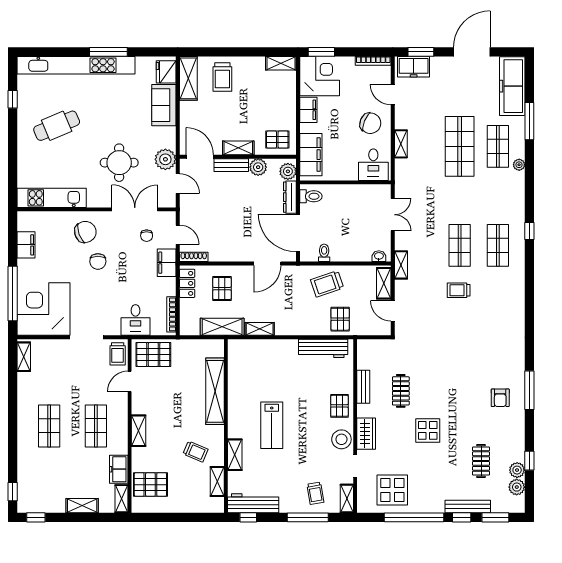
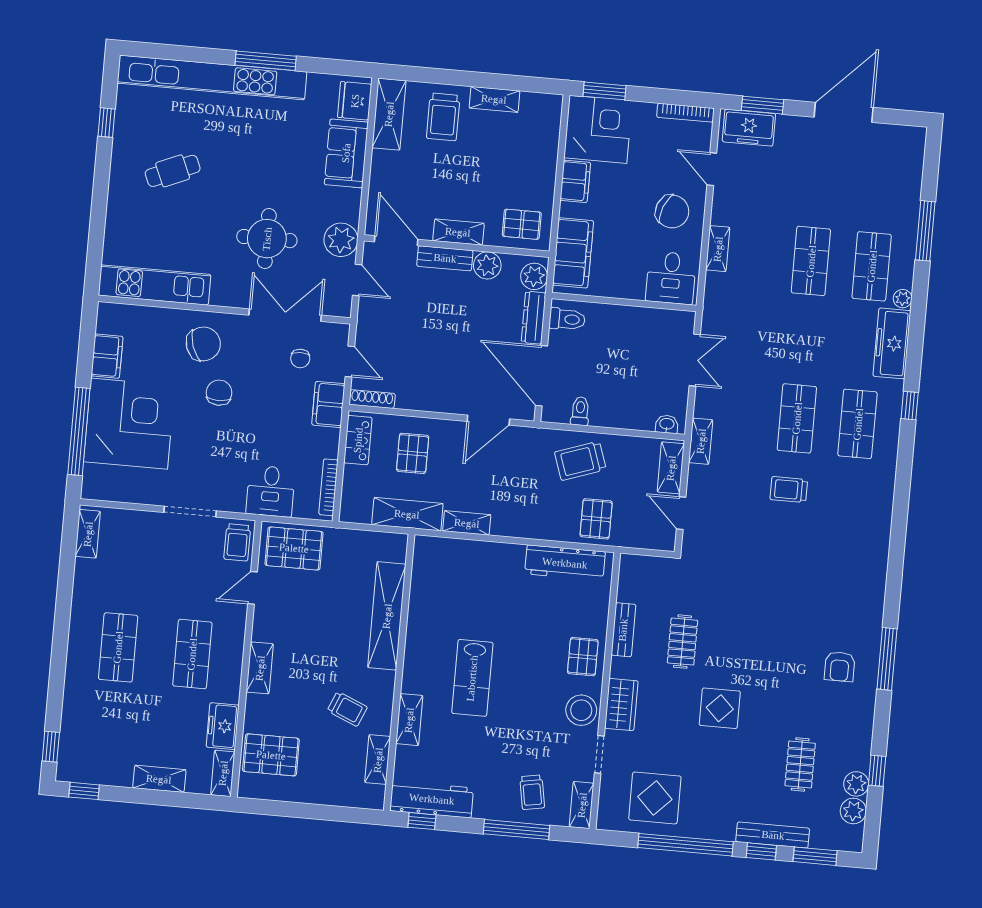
shelving: (281, 63) -> (494, 99), moved
freezer: (512, 86) -> (892, 343), moved, width x0.73, depth x0.79
cafe table: (57, 126) -> (173, 171), width x0.73, depth x0.74
shop shelf: (460, 146) -> (811, 261), width x0.70, depth x0.74
chair: (98, 261) -> (219, 393), turned 180
corner desk: (43, 309) -> (129, 424), moved, turned 90

